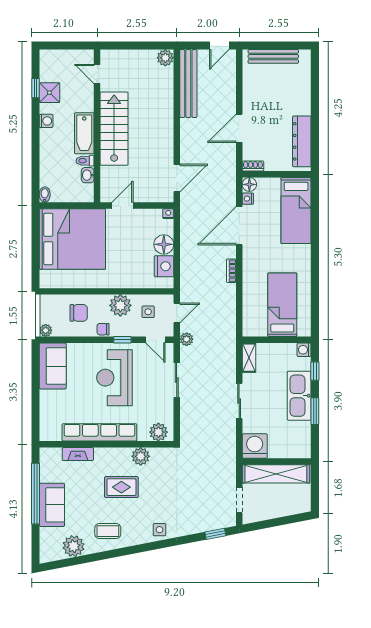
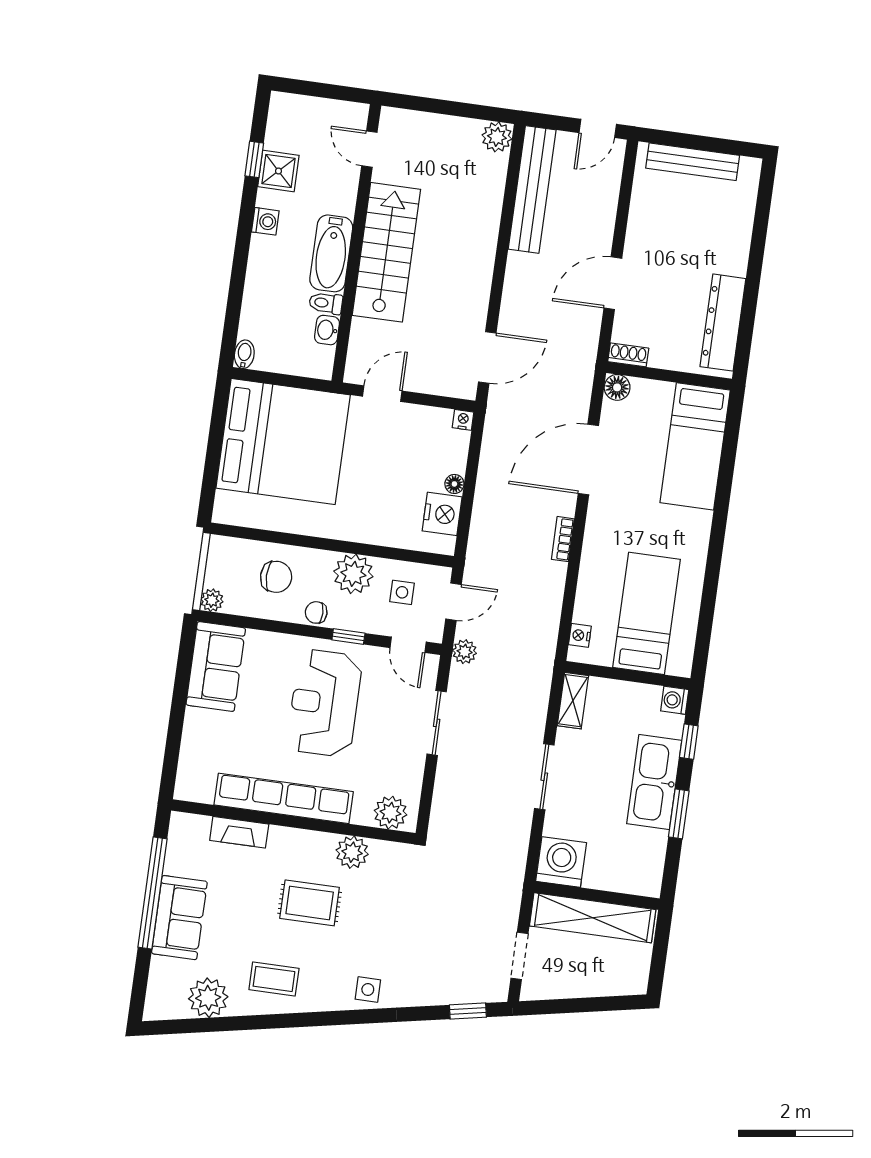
nightstand: (248, 199) -> (580, 635), moved
floor lamp: (164, 244) -> (454, 484), width x0.53, depth x0.53

